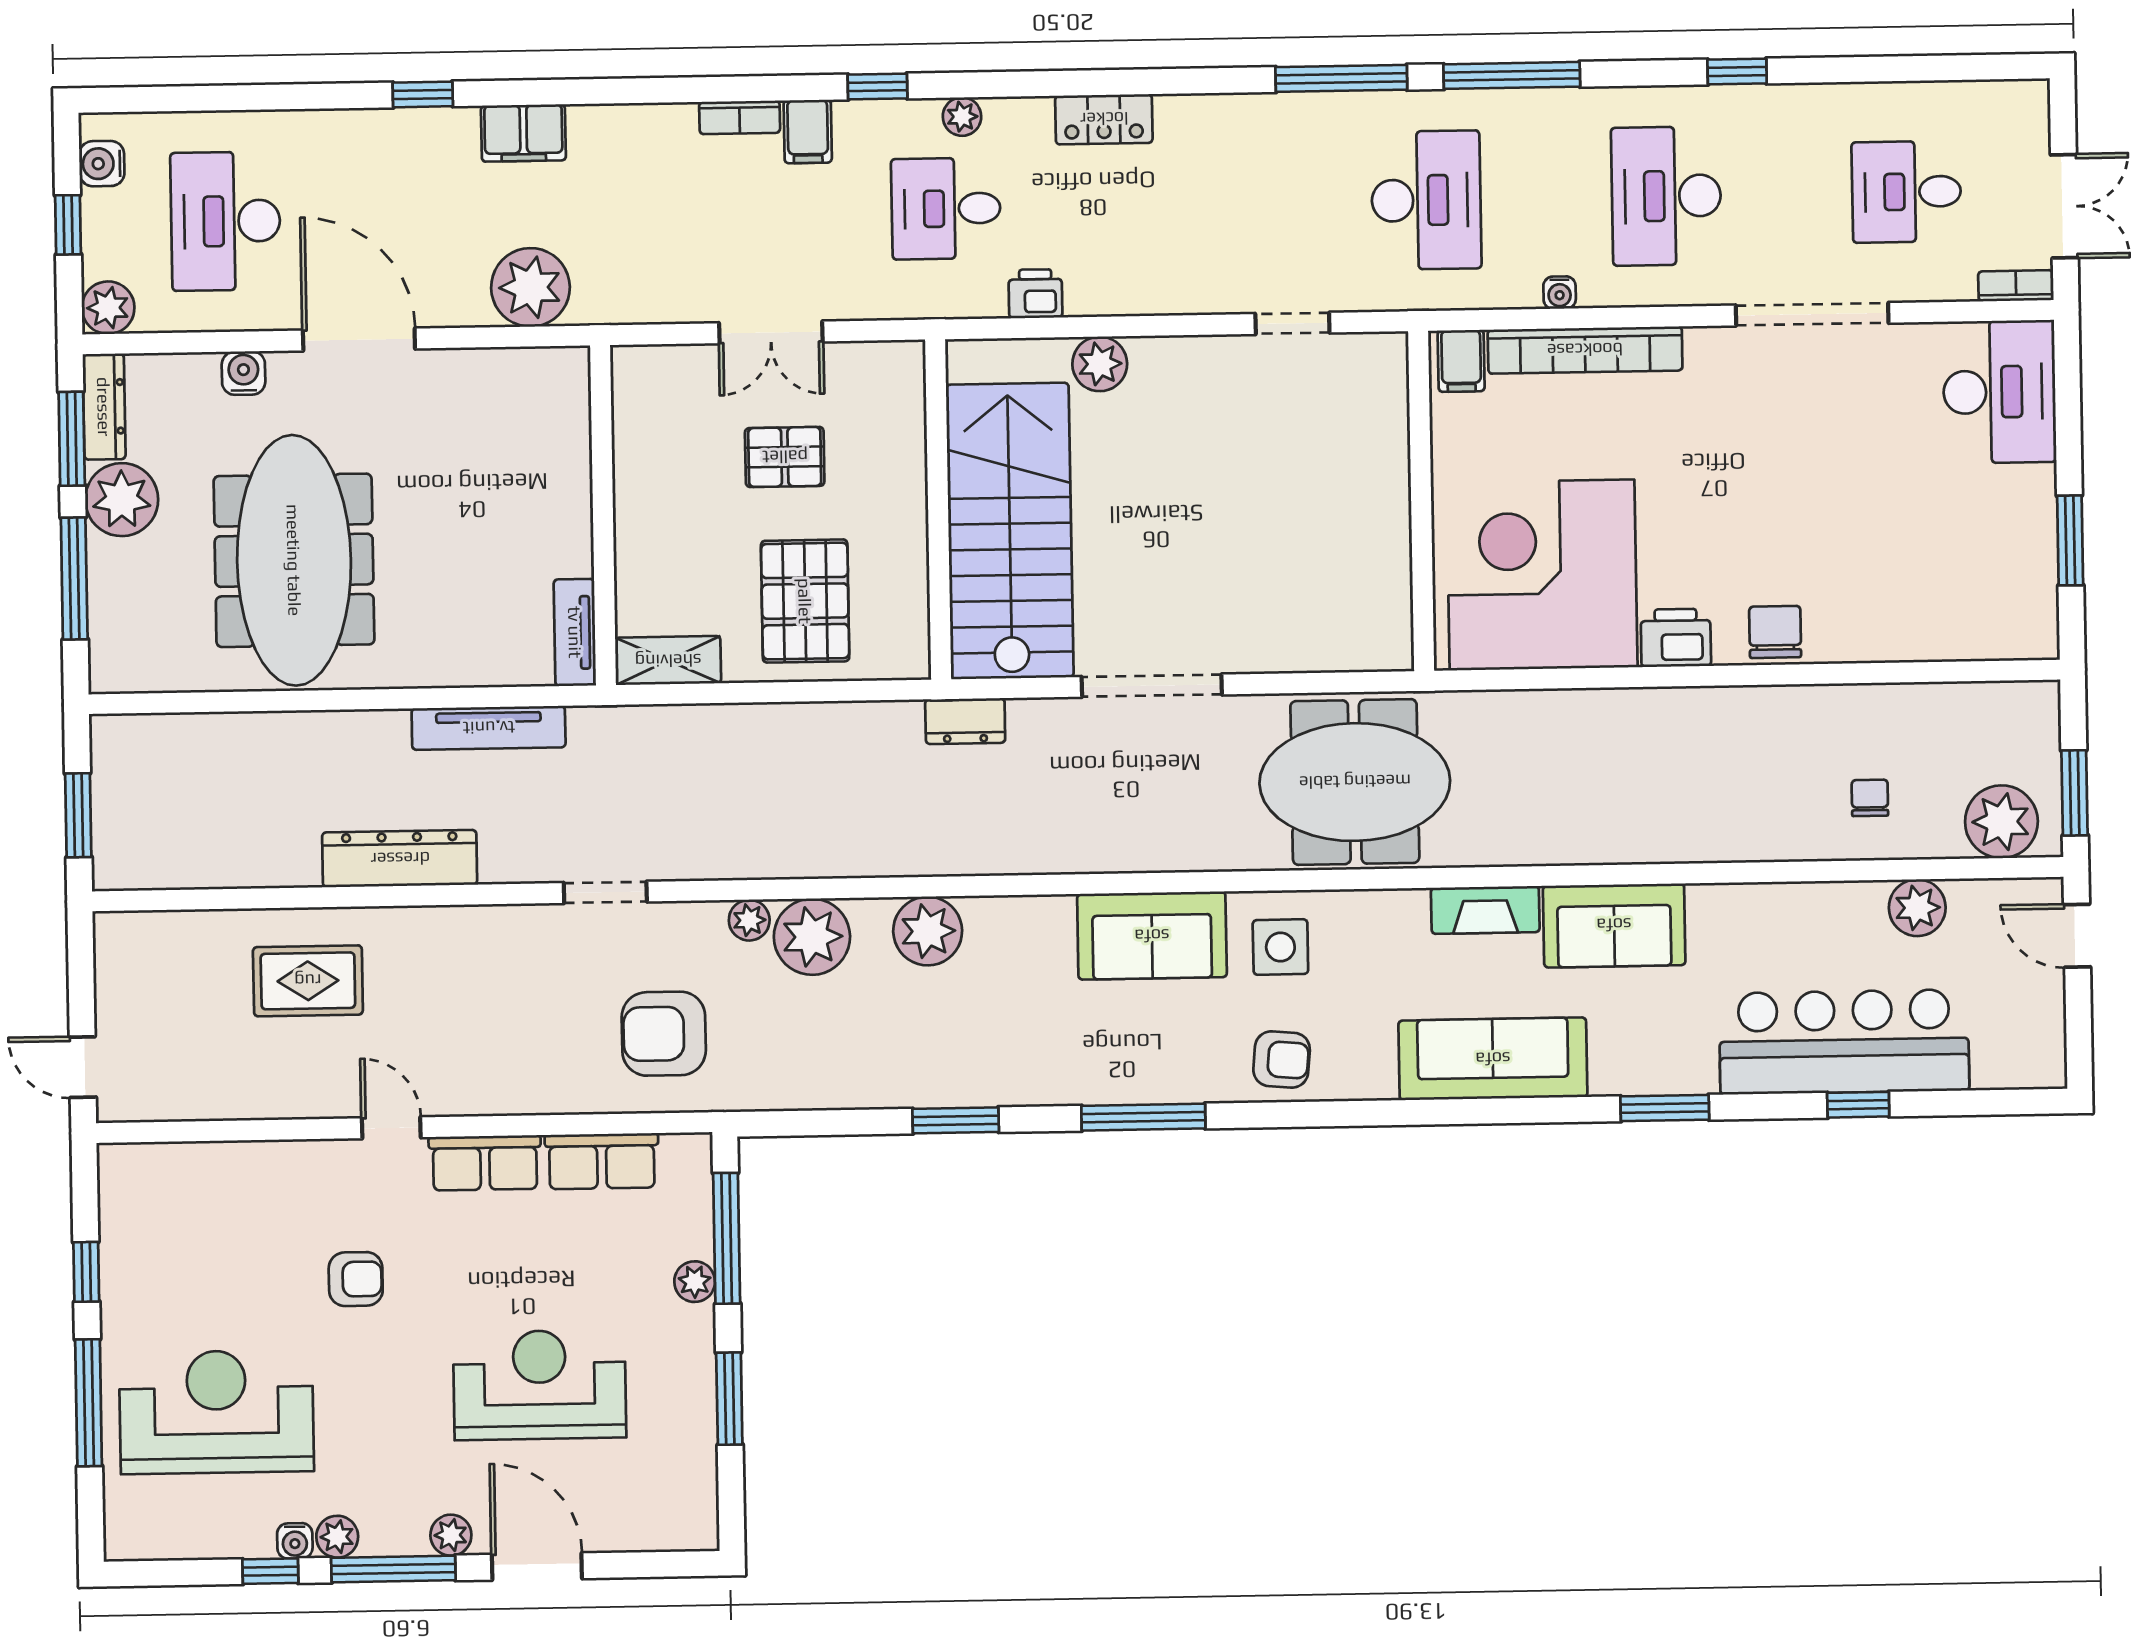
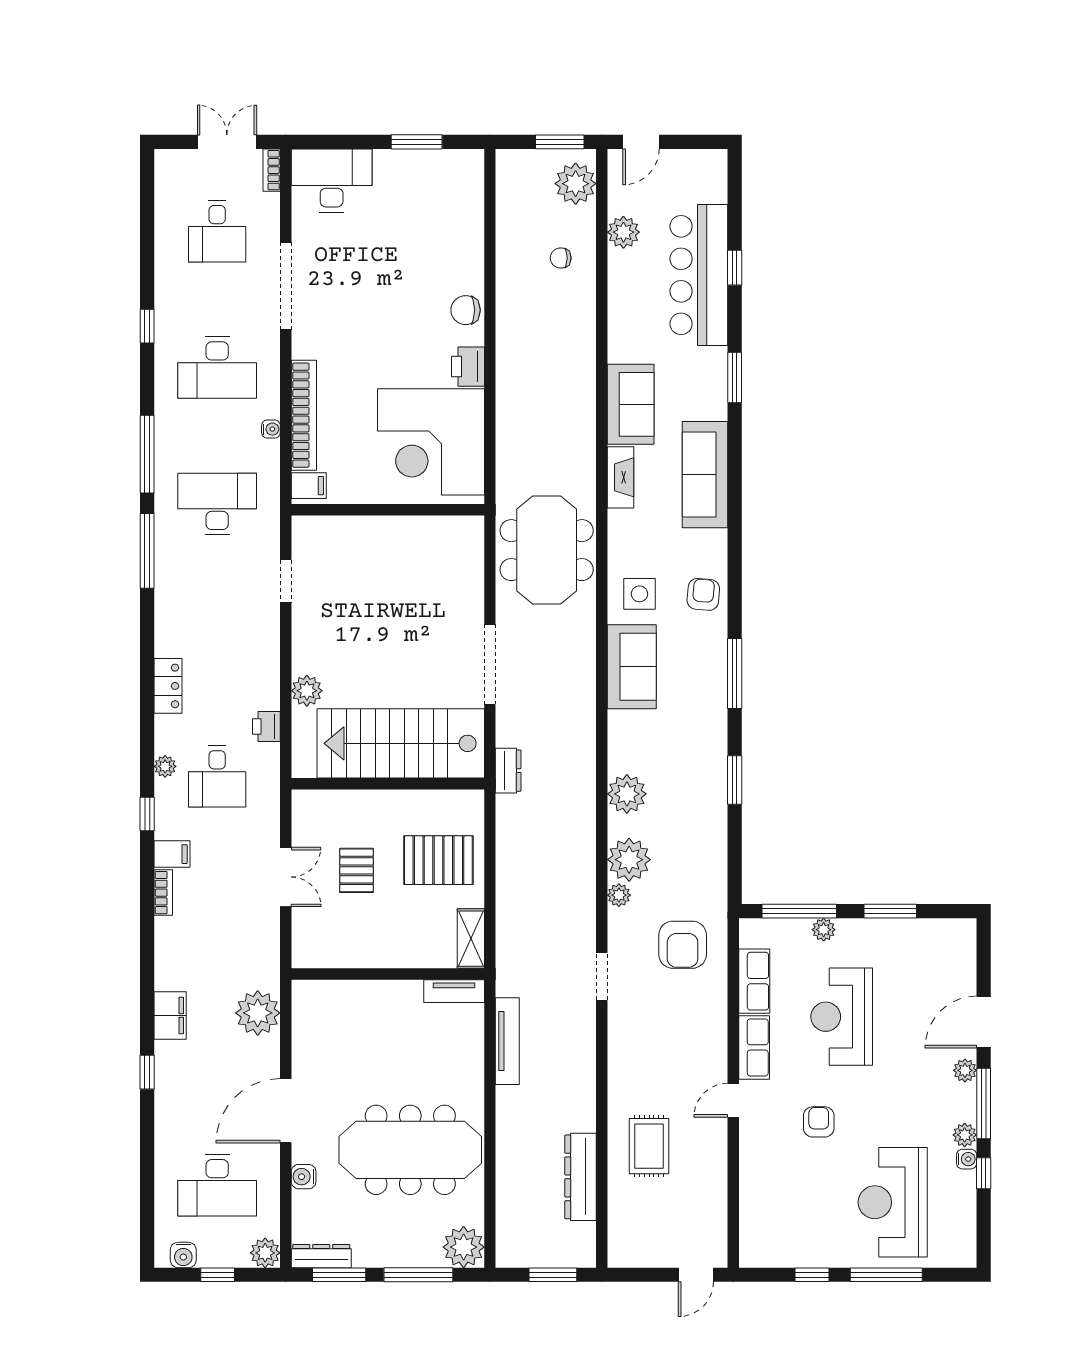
plant: (122, 500) -> (464, 1247), moved
dresser: (400, 859) -> (581, 1177), moved
reception desk: (540, 1385) -> (842, 1017), moved

